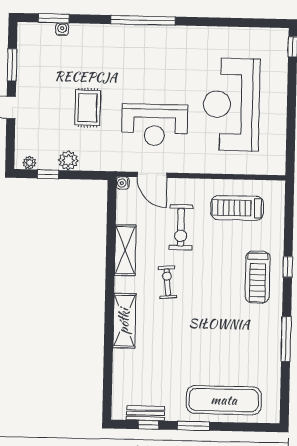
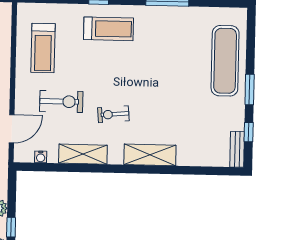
water cooler: (123, 183) -> (41, 157), moved
bench: (146, 413) -> (237, 149), moved

